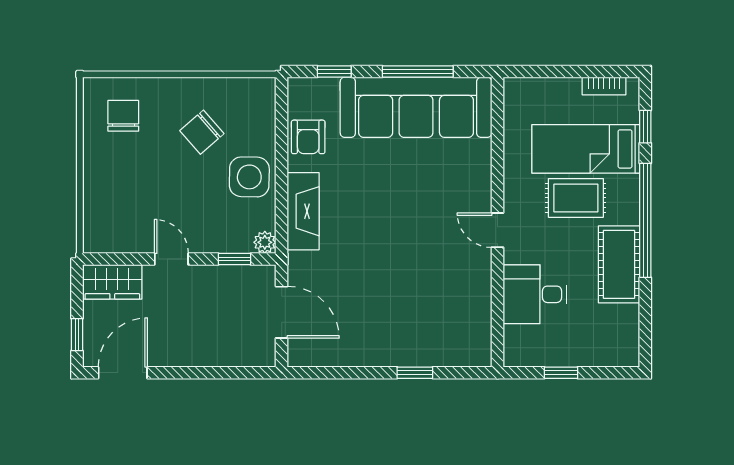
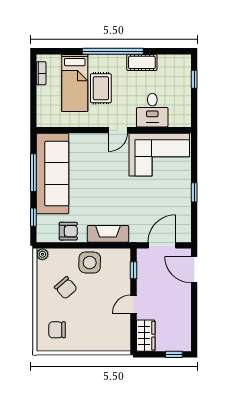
window: (645, 127) -> (63, 51), removed
plant: (265, 242) -> (42, 254), moved
cot: (619, 264) -> (142, 62), width x0.73, depth x0.75
corner sofa: (451, 307) -> (159, 155), added
door: (123, 373) -> (194, 270), moved
window: (415, 373) -> (194, 192), moved
window: (561, 373) -> (194, 79), moved

